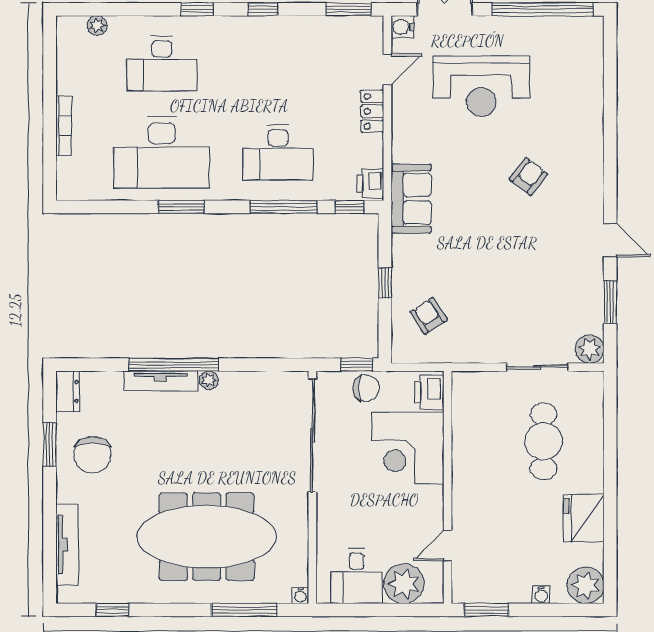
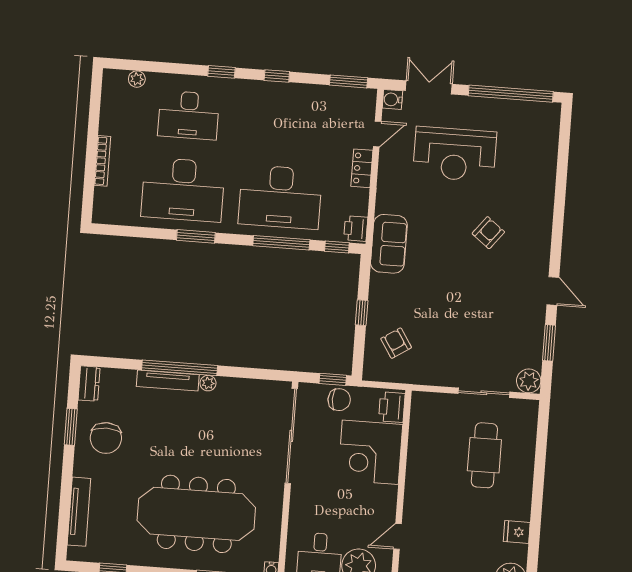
desk: (278, 153) -> (280, 197), width x1.36, depth x1.30
fridge: (584, 518) -> (517, 532), width x0.53, depth x0.75

